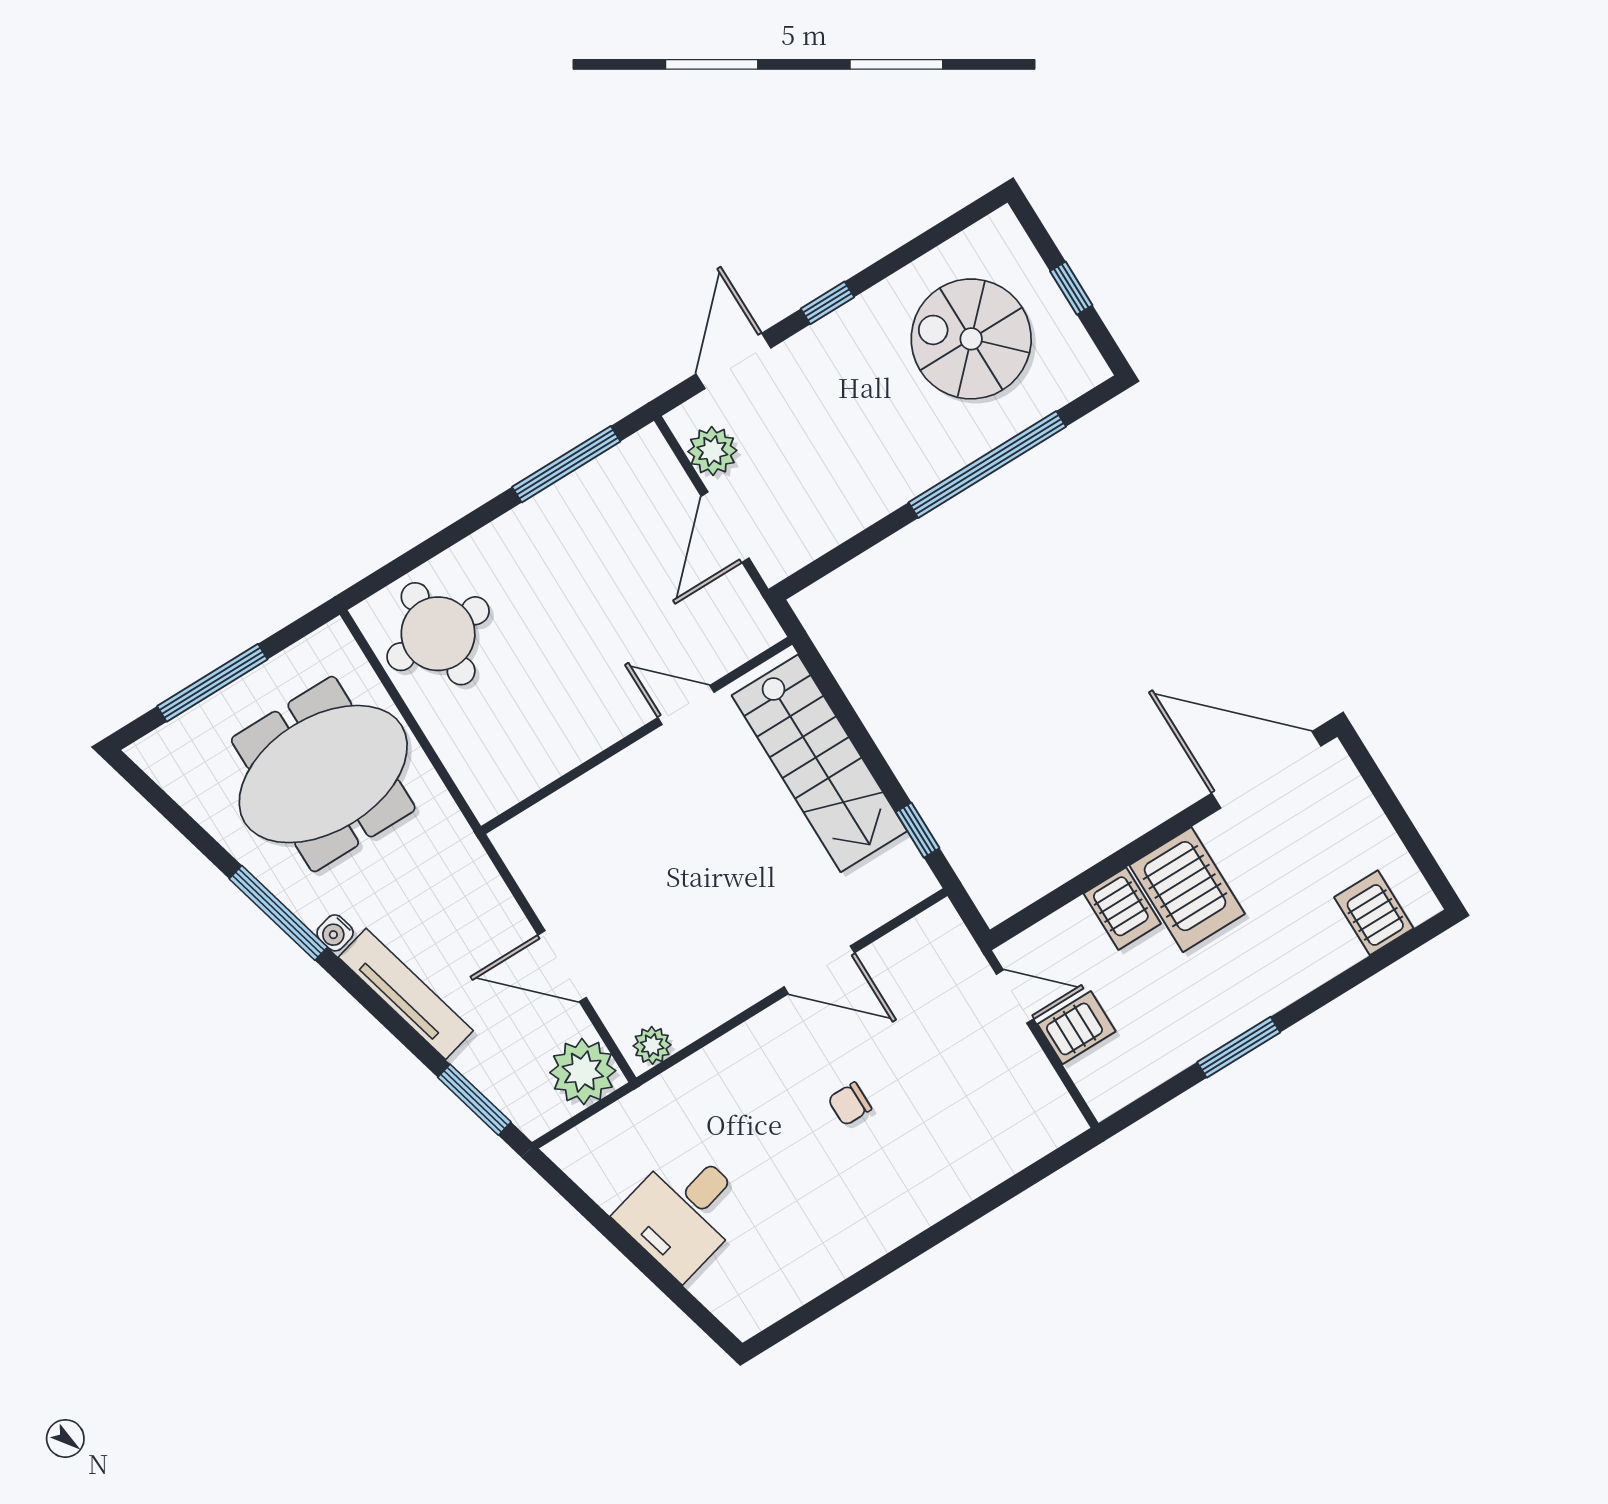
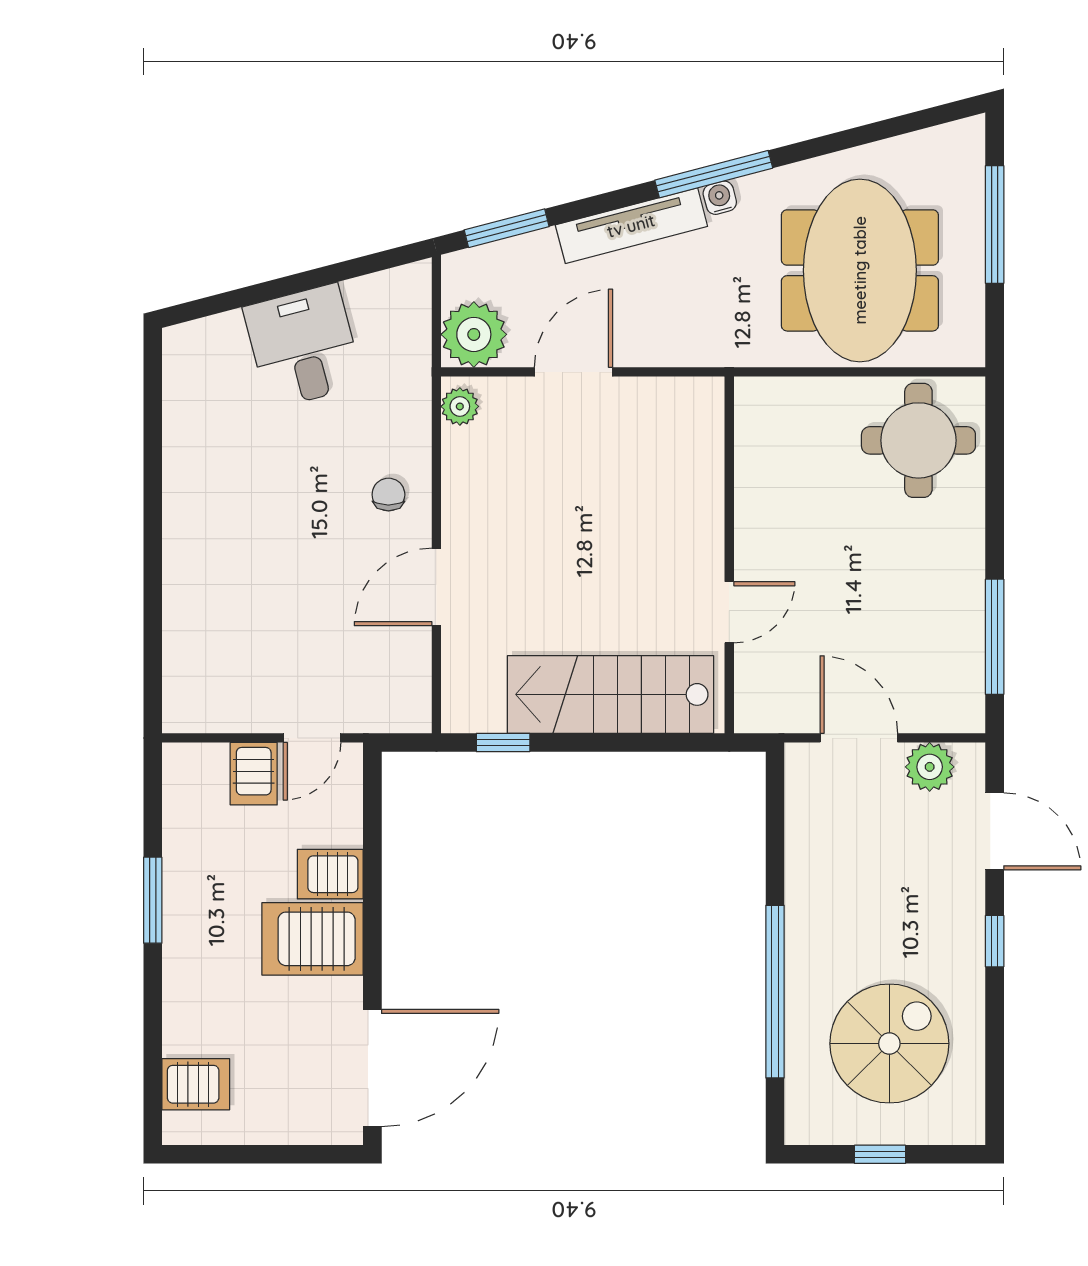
window: (278, 913) -> (714, 174), moved
chair: (850, 1104) -> (388, 495), moved

